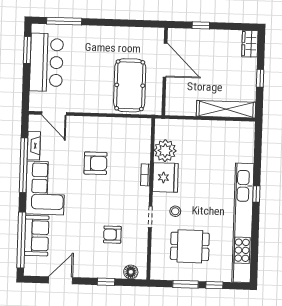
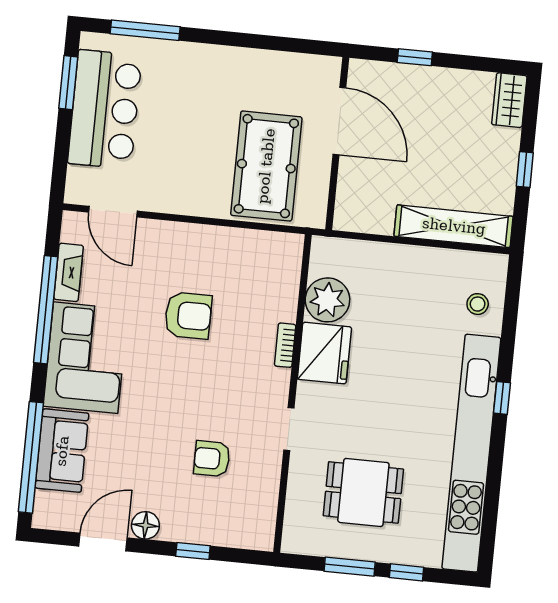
stool: (175, 211) -> (478, 304), moved
floor lamp: (131, 272) -> (145, 525), moved

